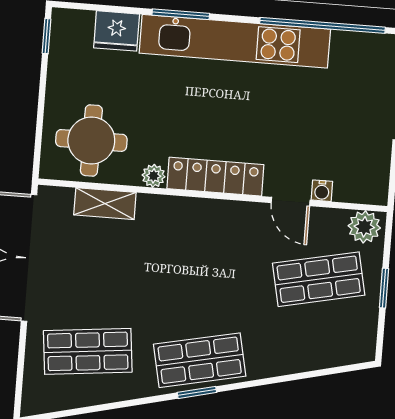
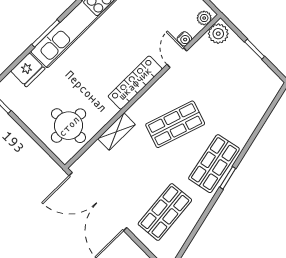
plant: (154, 176) -> (204, 18), moved
door: (291, 201) -> (177, 58), swing flipped
shelving: (105, 204) -> (117, 132), moved
shop shelf: (319, 279) -> (175, 124), moved, turned 30

